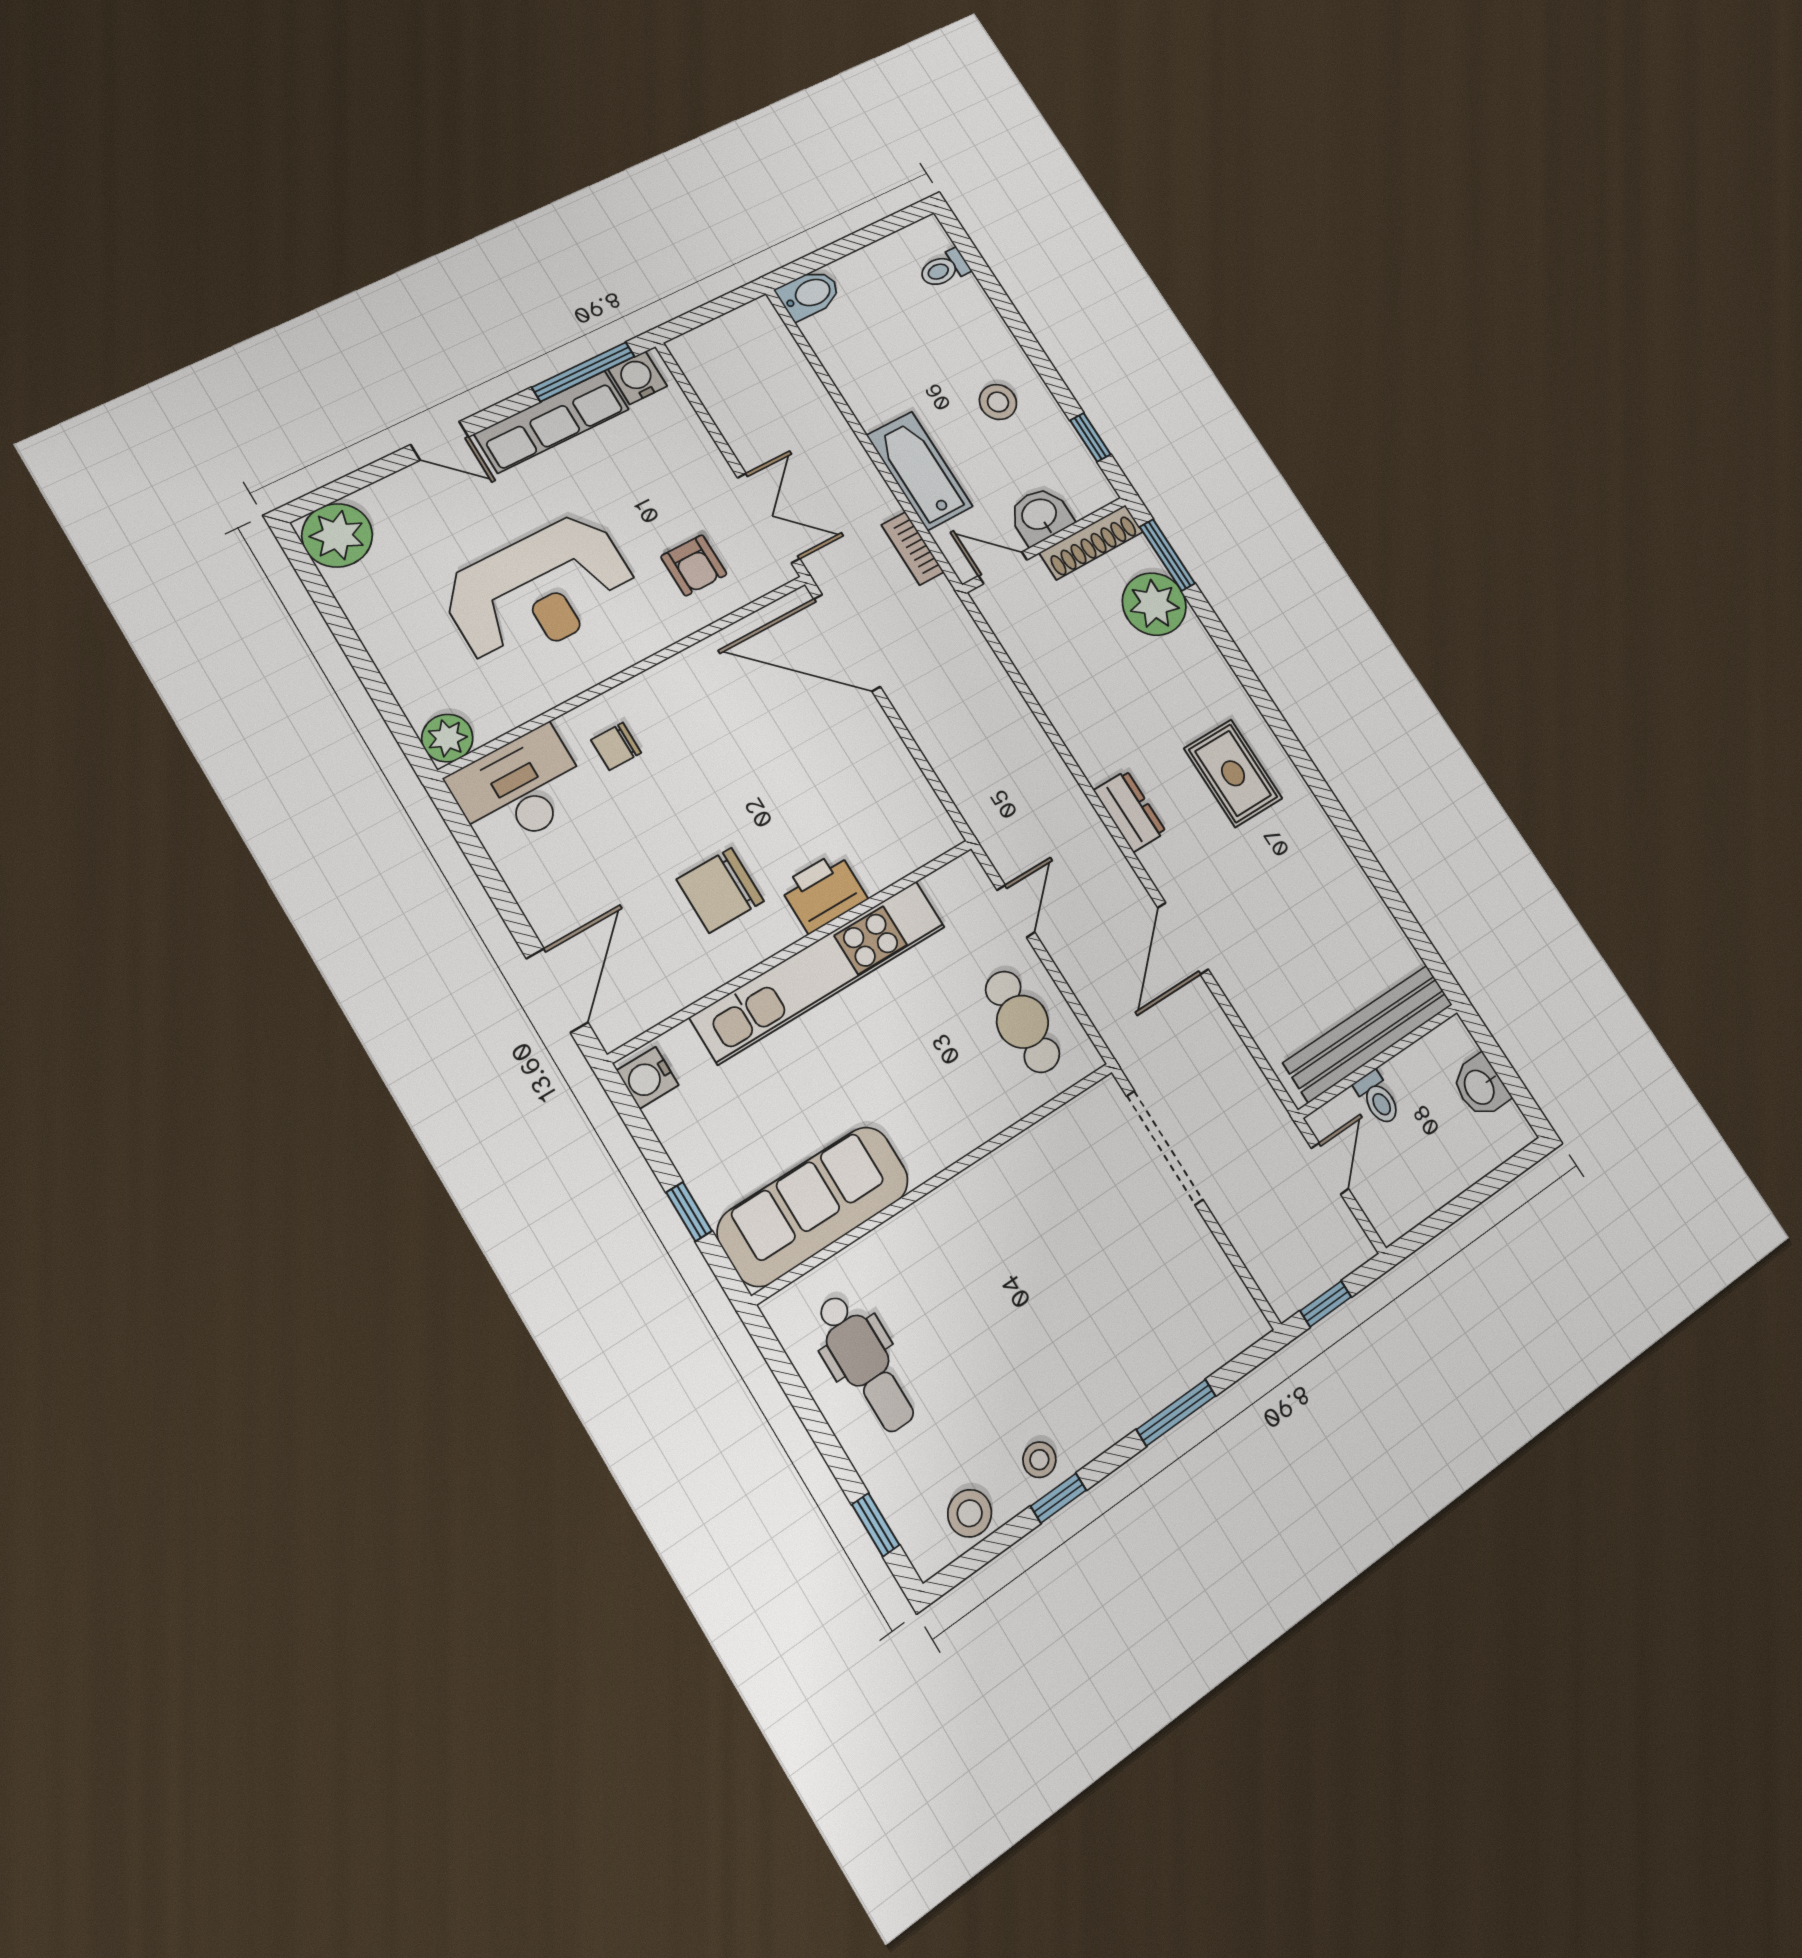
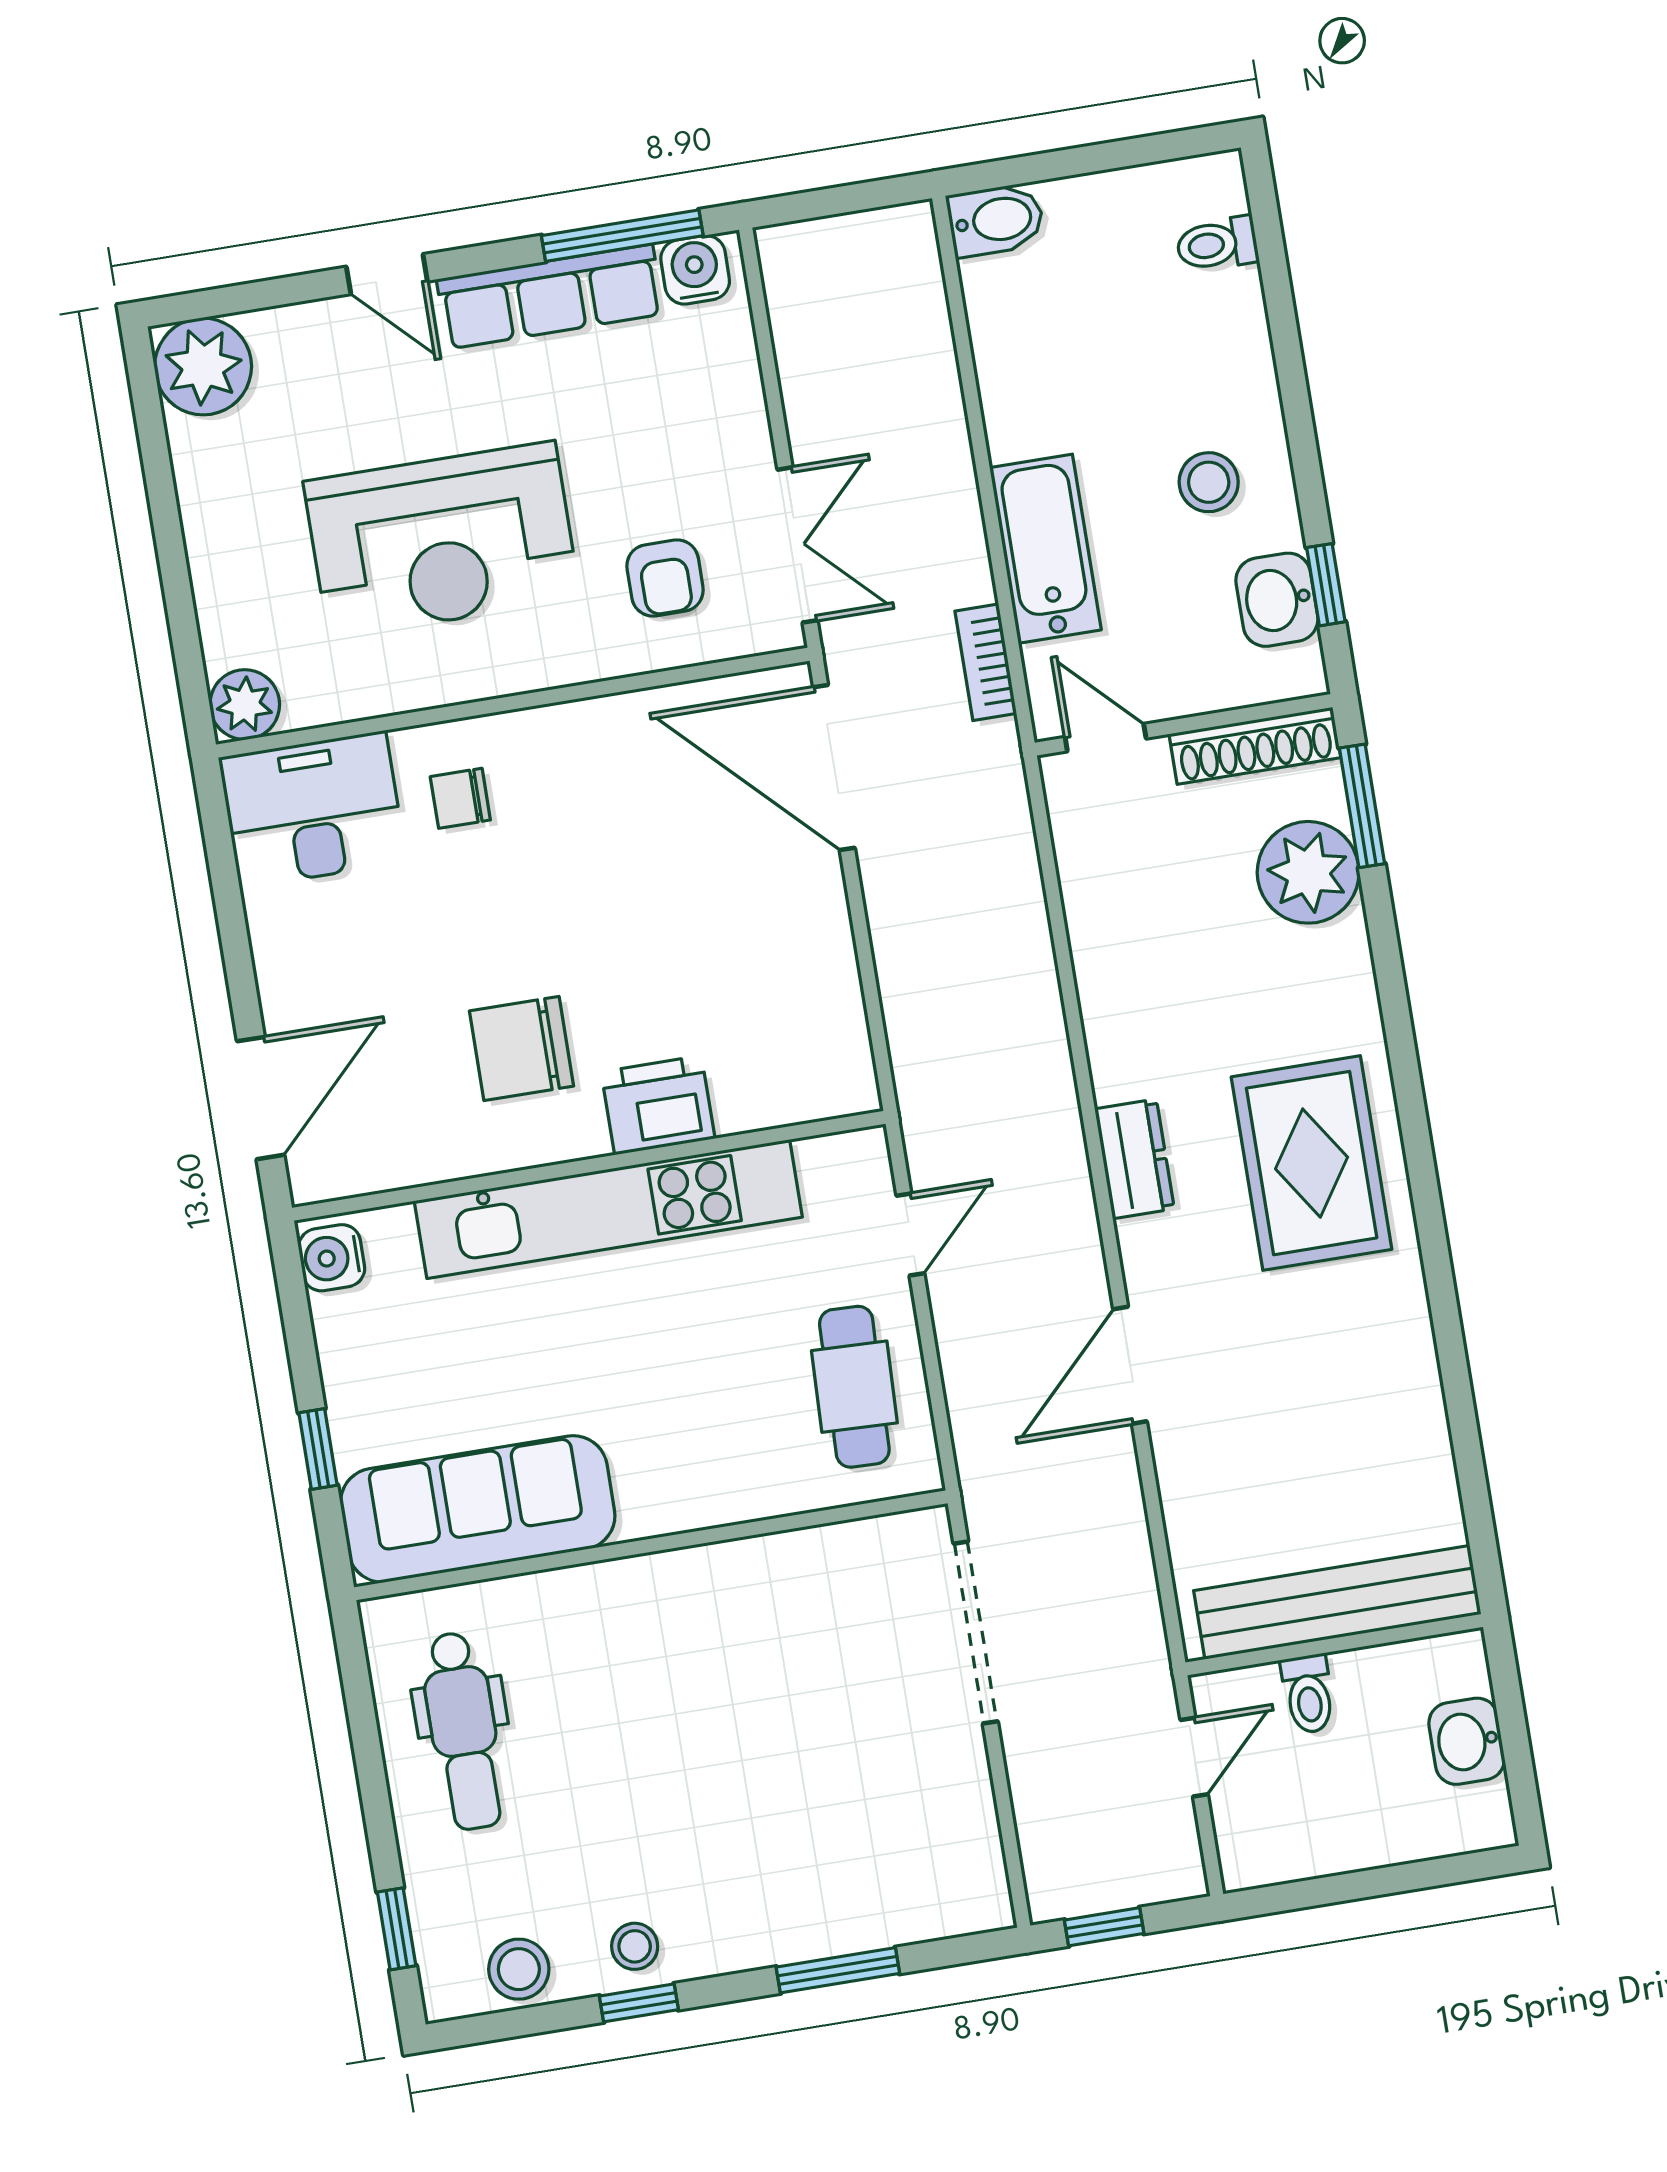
washbasin: (1040, 515) -> (1277, 600), moved, turned -90
rug: (1233, 773) -> (1312, 1163), width x1.36, depth x1.43

